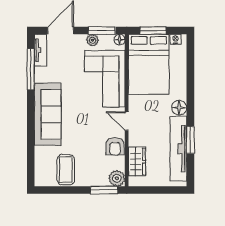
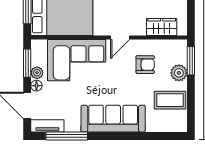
floor lamp: (120, 40) -> (36, 86), moved
armchair: (115, 146) -> (145, 65), moved
plant: (117, 178) -> (179, 73), moved

